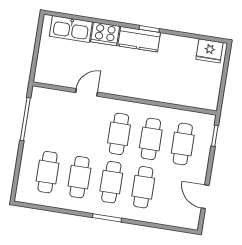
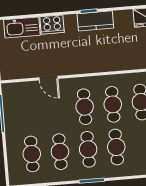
kitchen counter: (139, 39) -> (95, 21), moved
door: (87, 92) -> (48, 78), swing flipped

